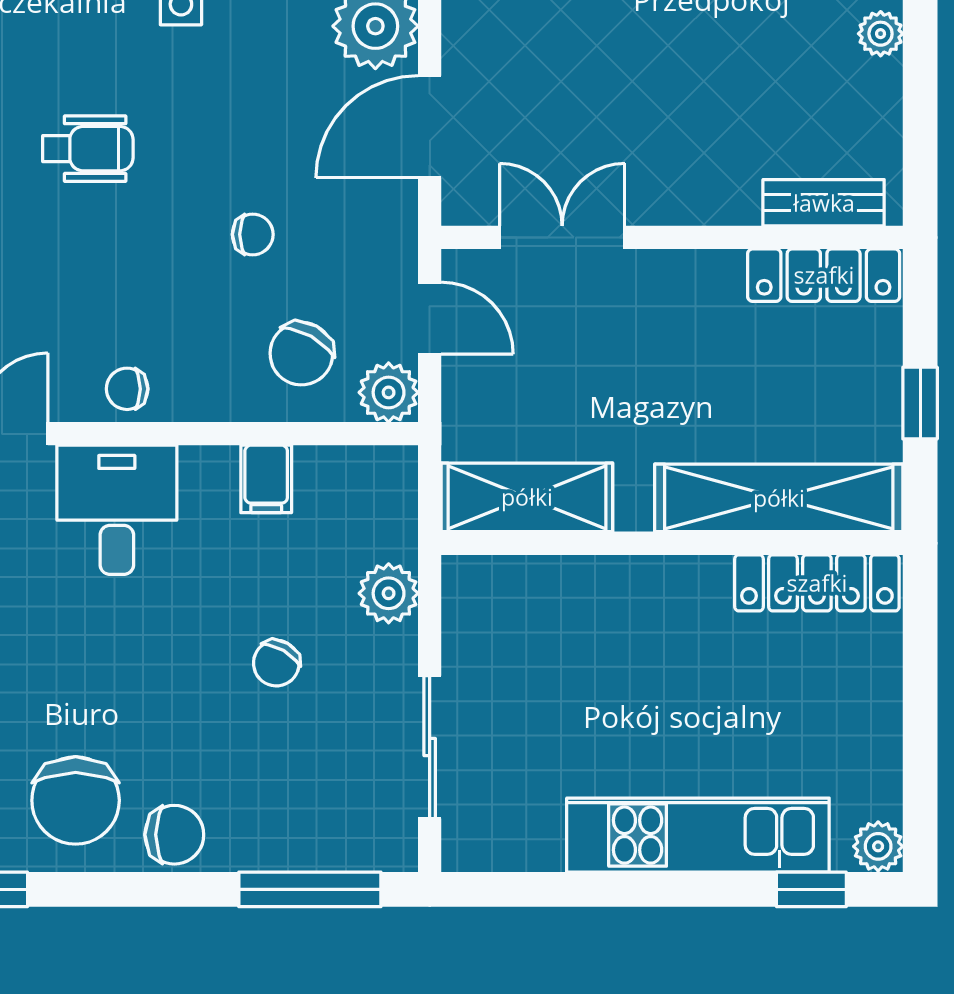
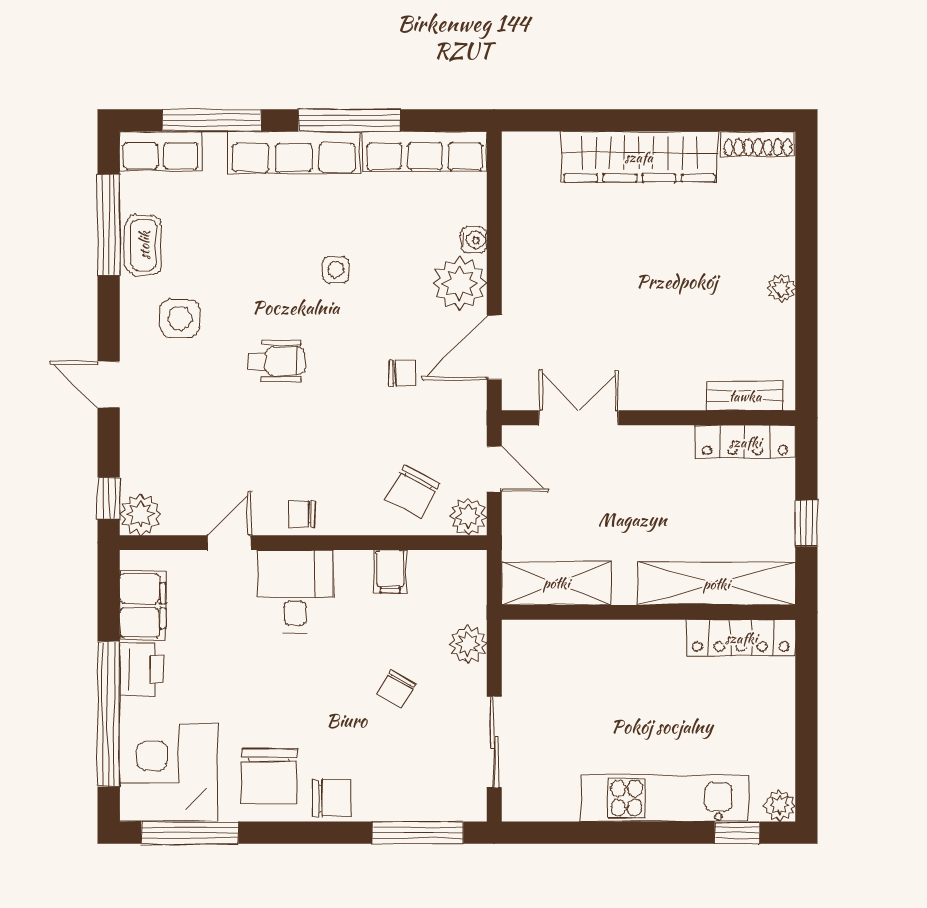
chair: (253, 234) -> (402, 373), moved

